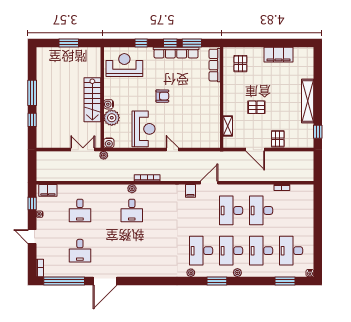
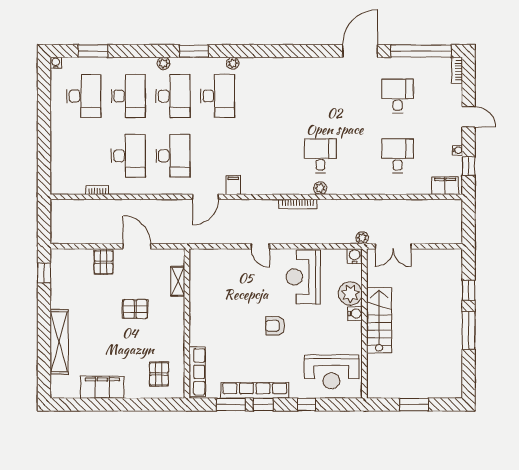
shelving: (308, 101) -> (59, 342), moved

